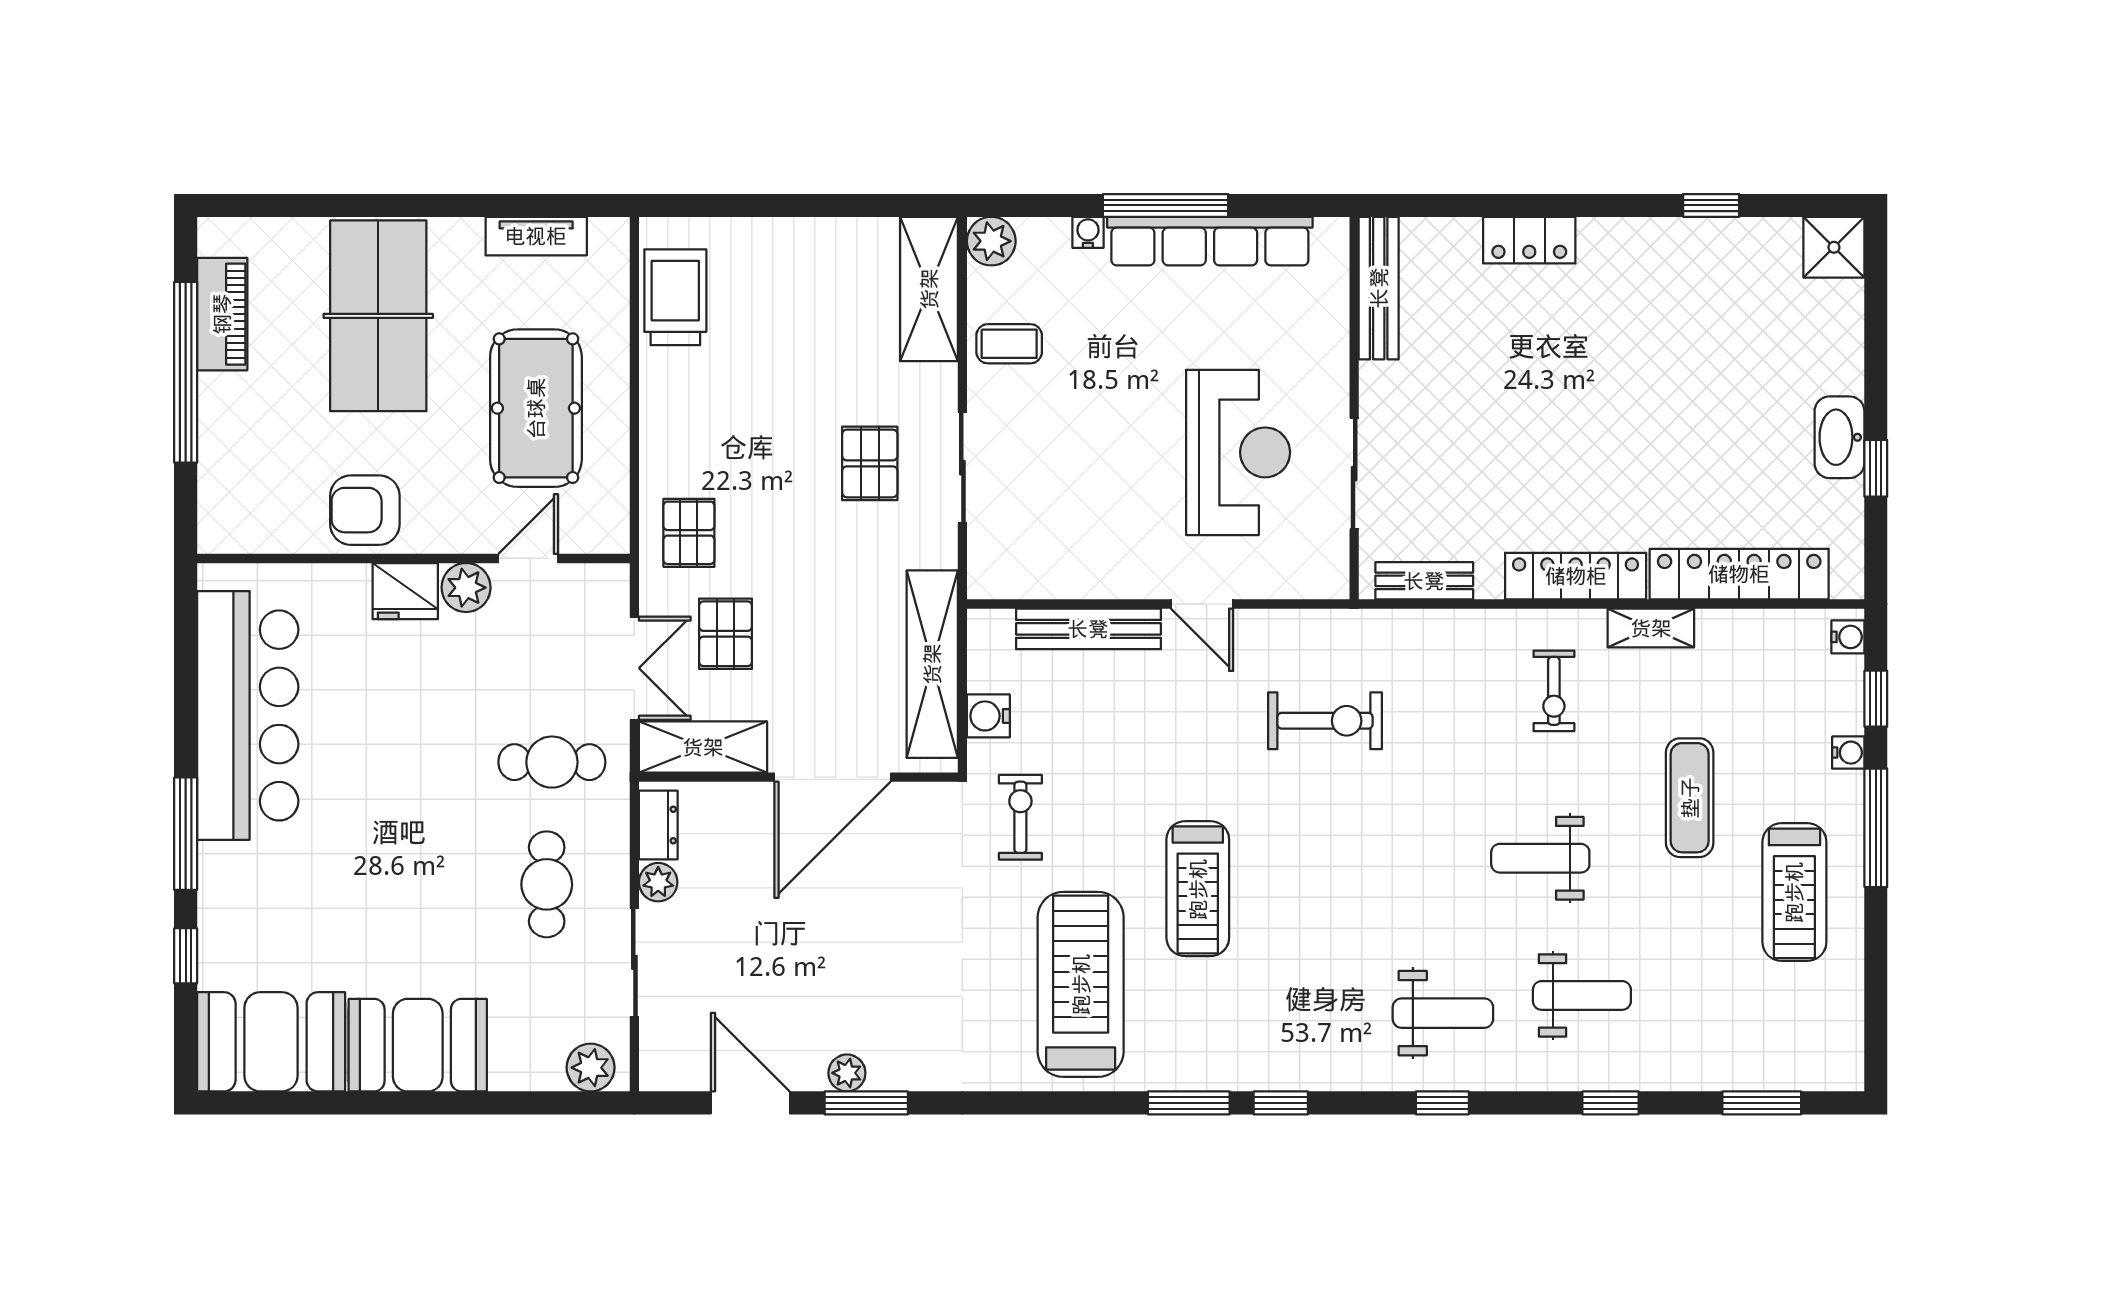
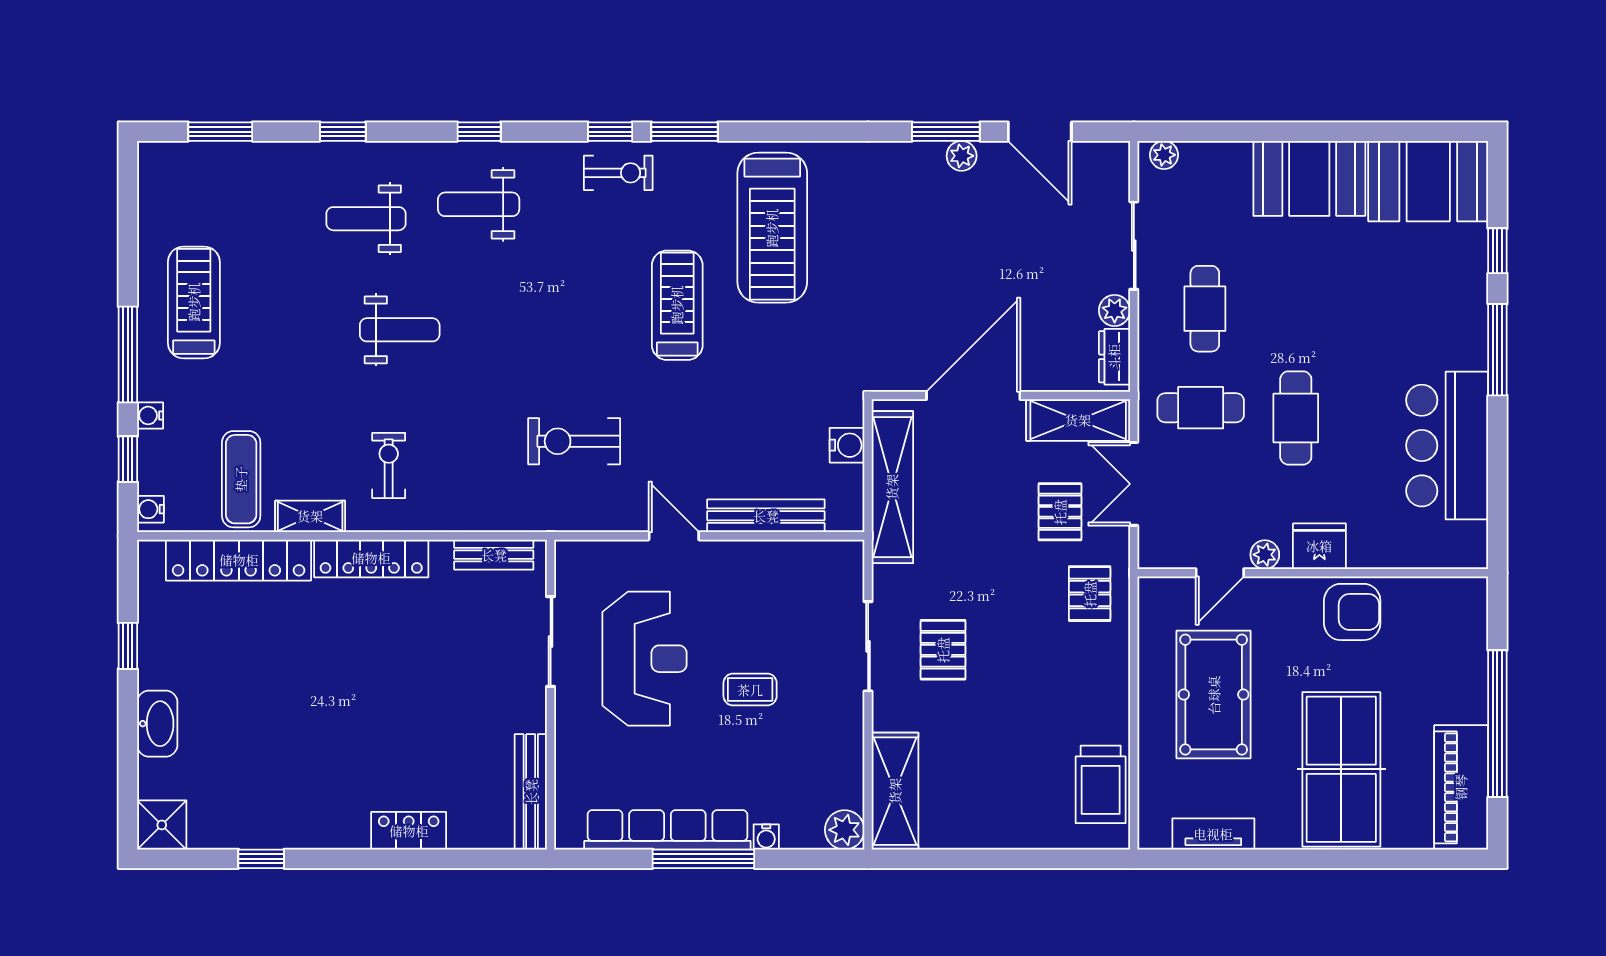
piano: (222, 314) -> (1461, 787), width x1.37, depth x1.33
coffee table: (1009, 344) -> (750, 690), moved
washbasin: (1839, 437) -> (157, 724), moved
reception desk: (1238, 452) -> (645, 659), turned 180
plant: (466, 588) -> (1265, 555), width x0.73, depth x0.73
bar counter: (248, 715) -> (1447, 446), width x0.73
cafe table: (434, 749) -> (1296, 418), added
exercise mat: (1690, 798) -> (241, 479), moved
exercise bike: (1020, 817) -> (618, 173), moved, turned -90
plant: (591, 1068) -> (1164, 155), width x0.73, depth x0.73

